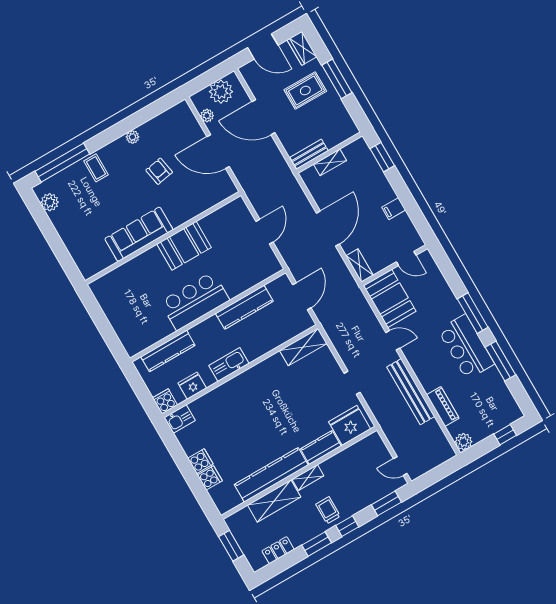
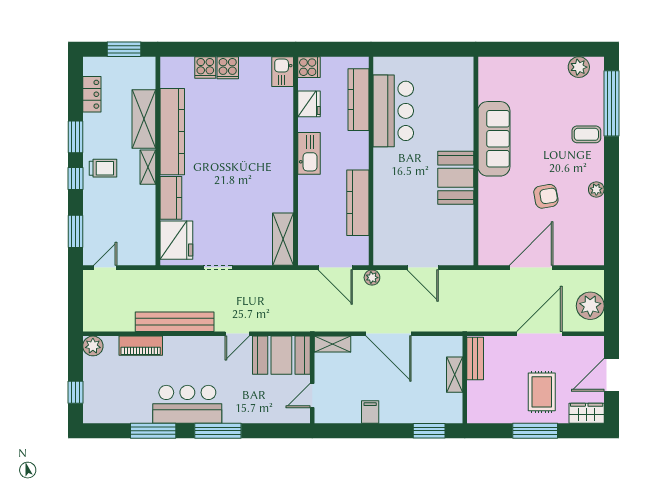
plant: (207, 116) -> (372, 278), moved
bar counter: (195, 301) -> (393, 111), moved

